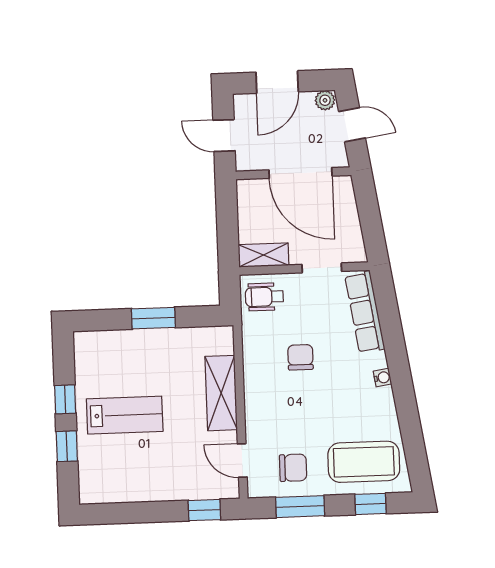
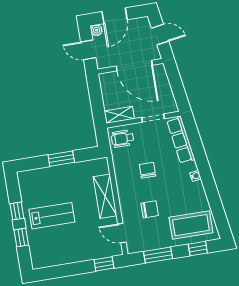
plant: (325, 100) -> (97, 30), moved
chair: (293, 468) -> (150, 209), moved

